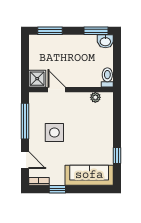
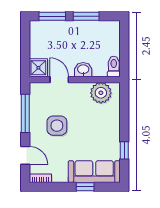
window: (96, 31) -> (86, 16), moved
washbasin: (105, 41) -> (83, 70), moved, turned 180
plant: (95, 97) -> (101, 93), width x1.87, depth x1.87
window: (57, 189) -> (85, 187), moved

